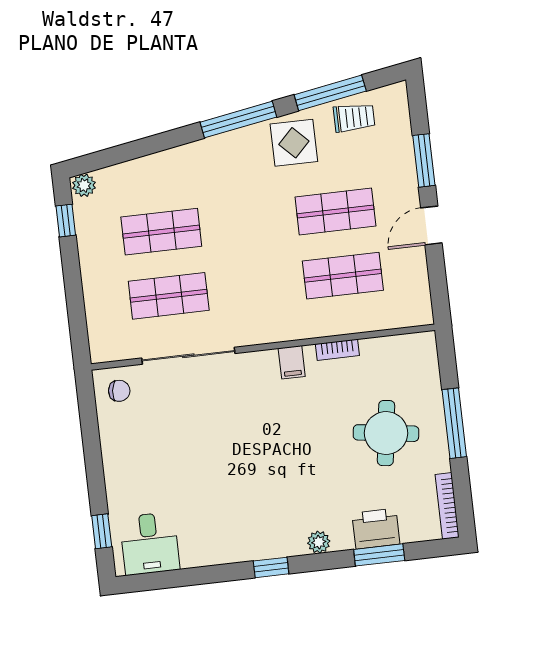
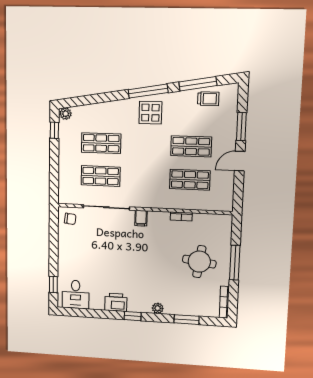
display table: (294, 143) -> (150, 113), moved
filing cabinet: (292, 362) -> (141, 218), moved
printer: (376, 529) -> (116, 302), moved

